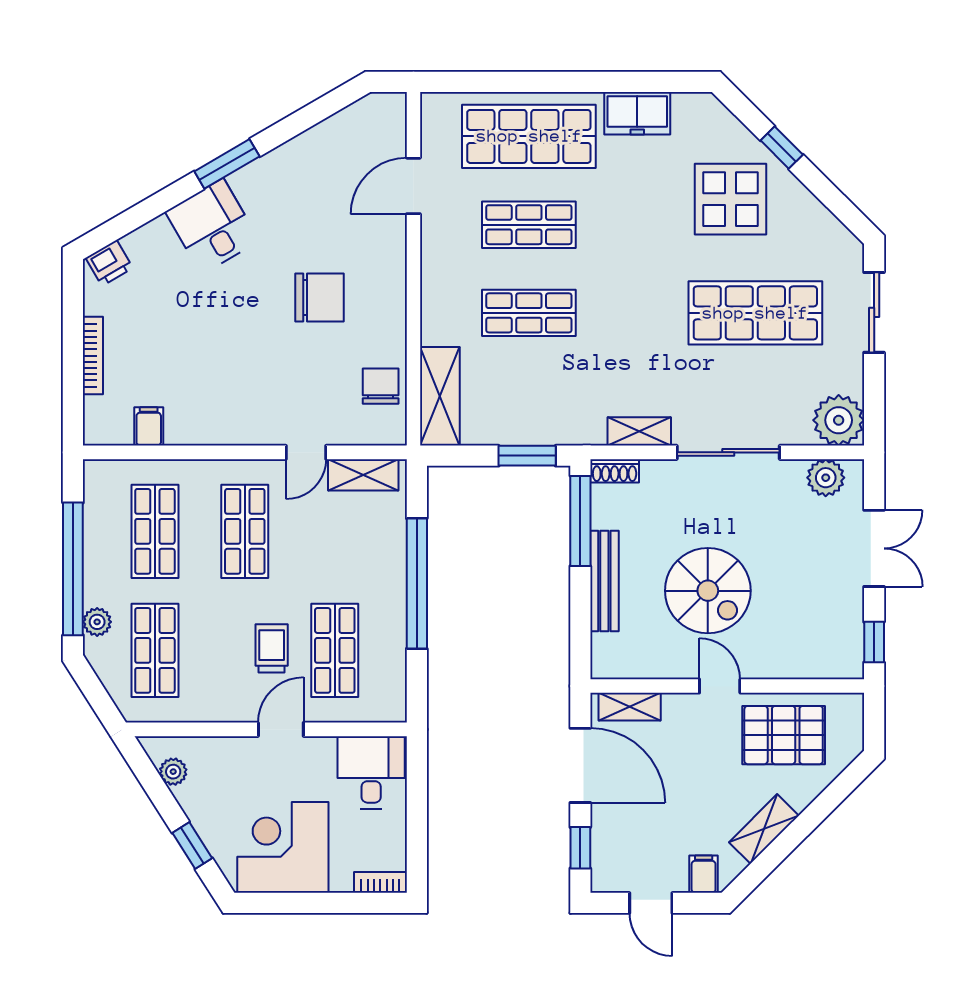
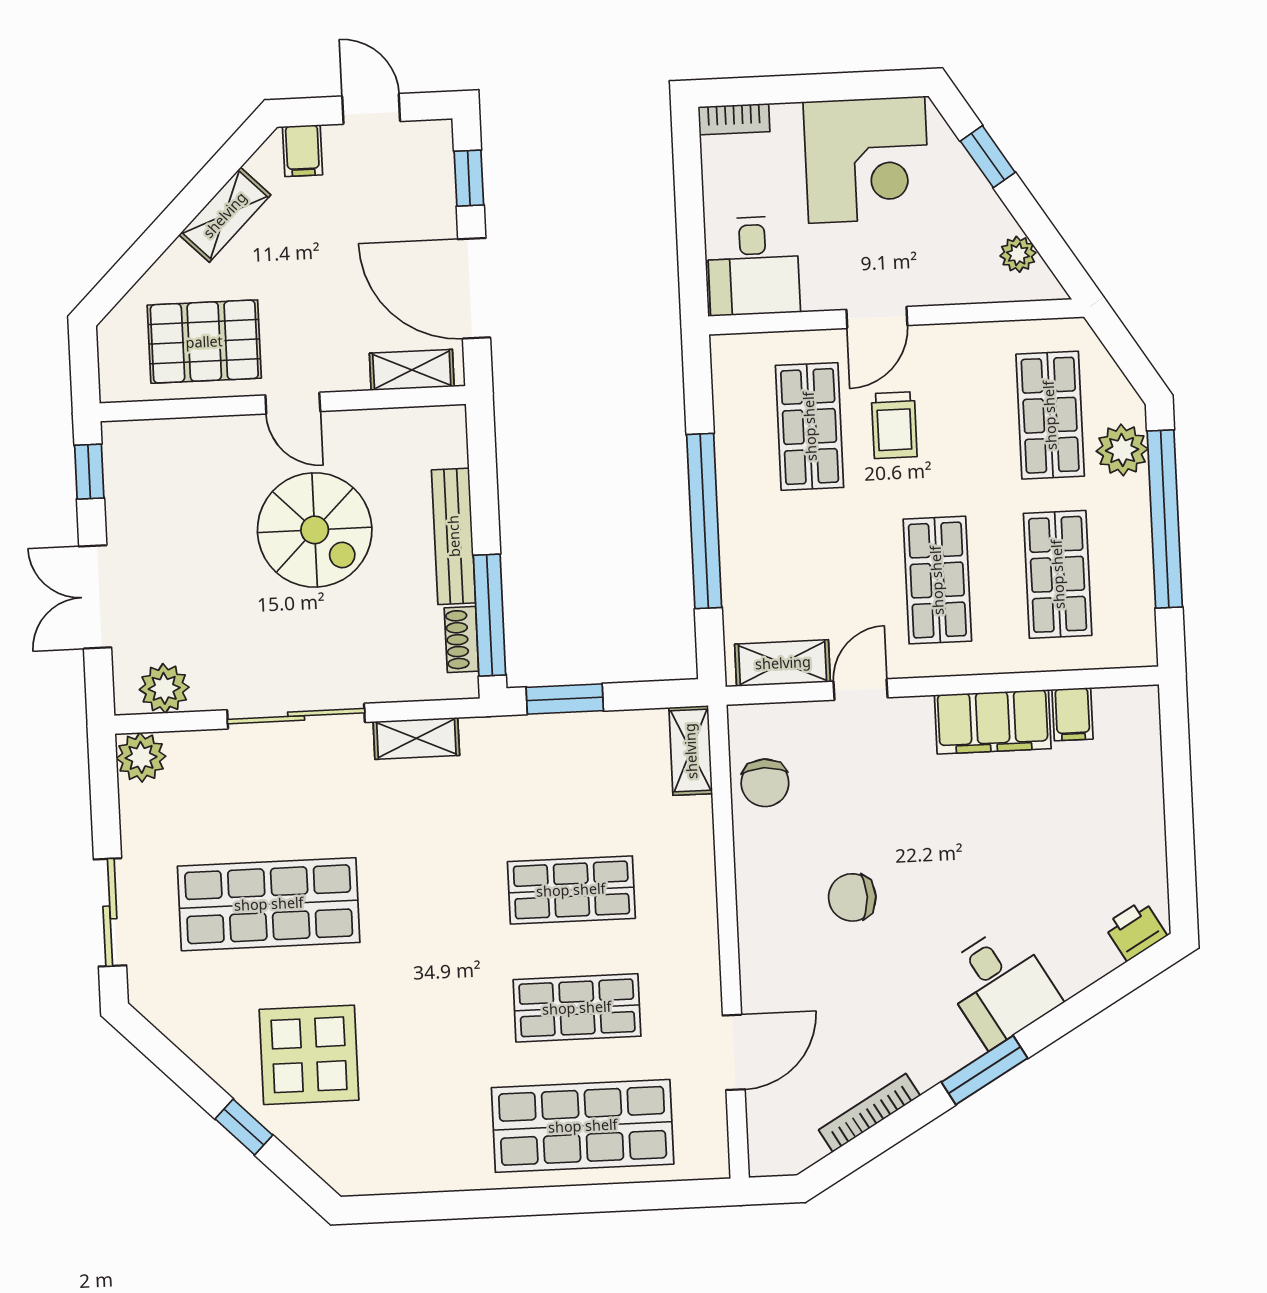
freezer: (637, 113) -> (439, 1164), removed
chair: (320, 297) -> (852, 897), width x0.73, depth x0.73
bookcase: (93, 356) -> (869, 1113), moved, turned 60
shelving: (440, 396) -> (691, 751), width x0.67, depth x0.75
plant: (839, 420) -> (141, 757), width x0.73, depth x0.73
filing cabinet: (208, 424) -> (993, 722), added
shoe rack: (615, 471) -> (461, 639), moved, turned -90
spiral stairs: (708, 591) -> (315, 530), turned 180
plant: (97, 622) -> (1122, 450), width x1.38, depth x1.38

